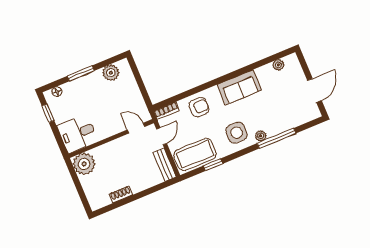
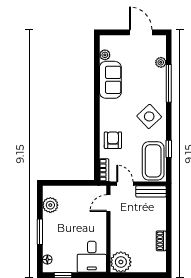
sofa: (239, 87) -> (110, 80), moved
side table: (237, 133) -> (149, 116), turned 45
plant: (261, 136) -> (161, 62), moved

